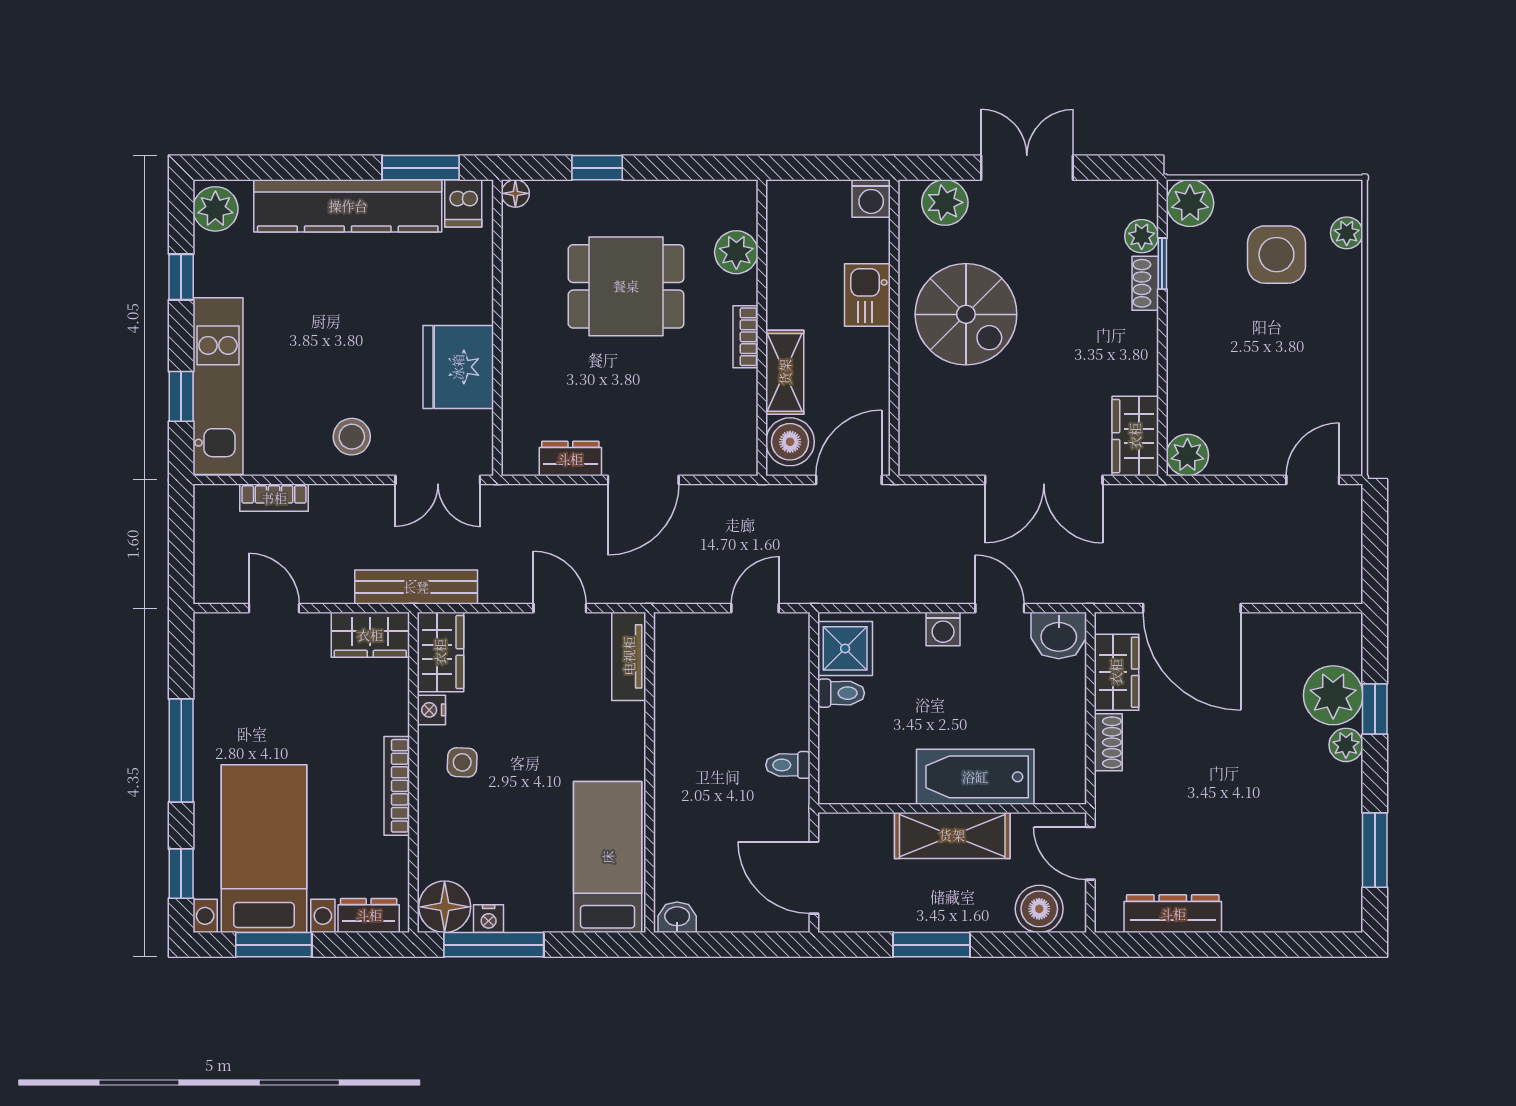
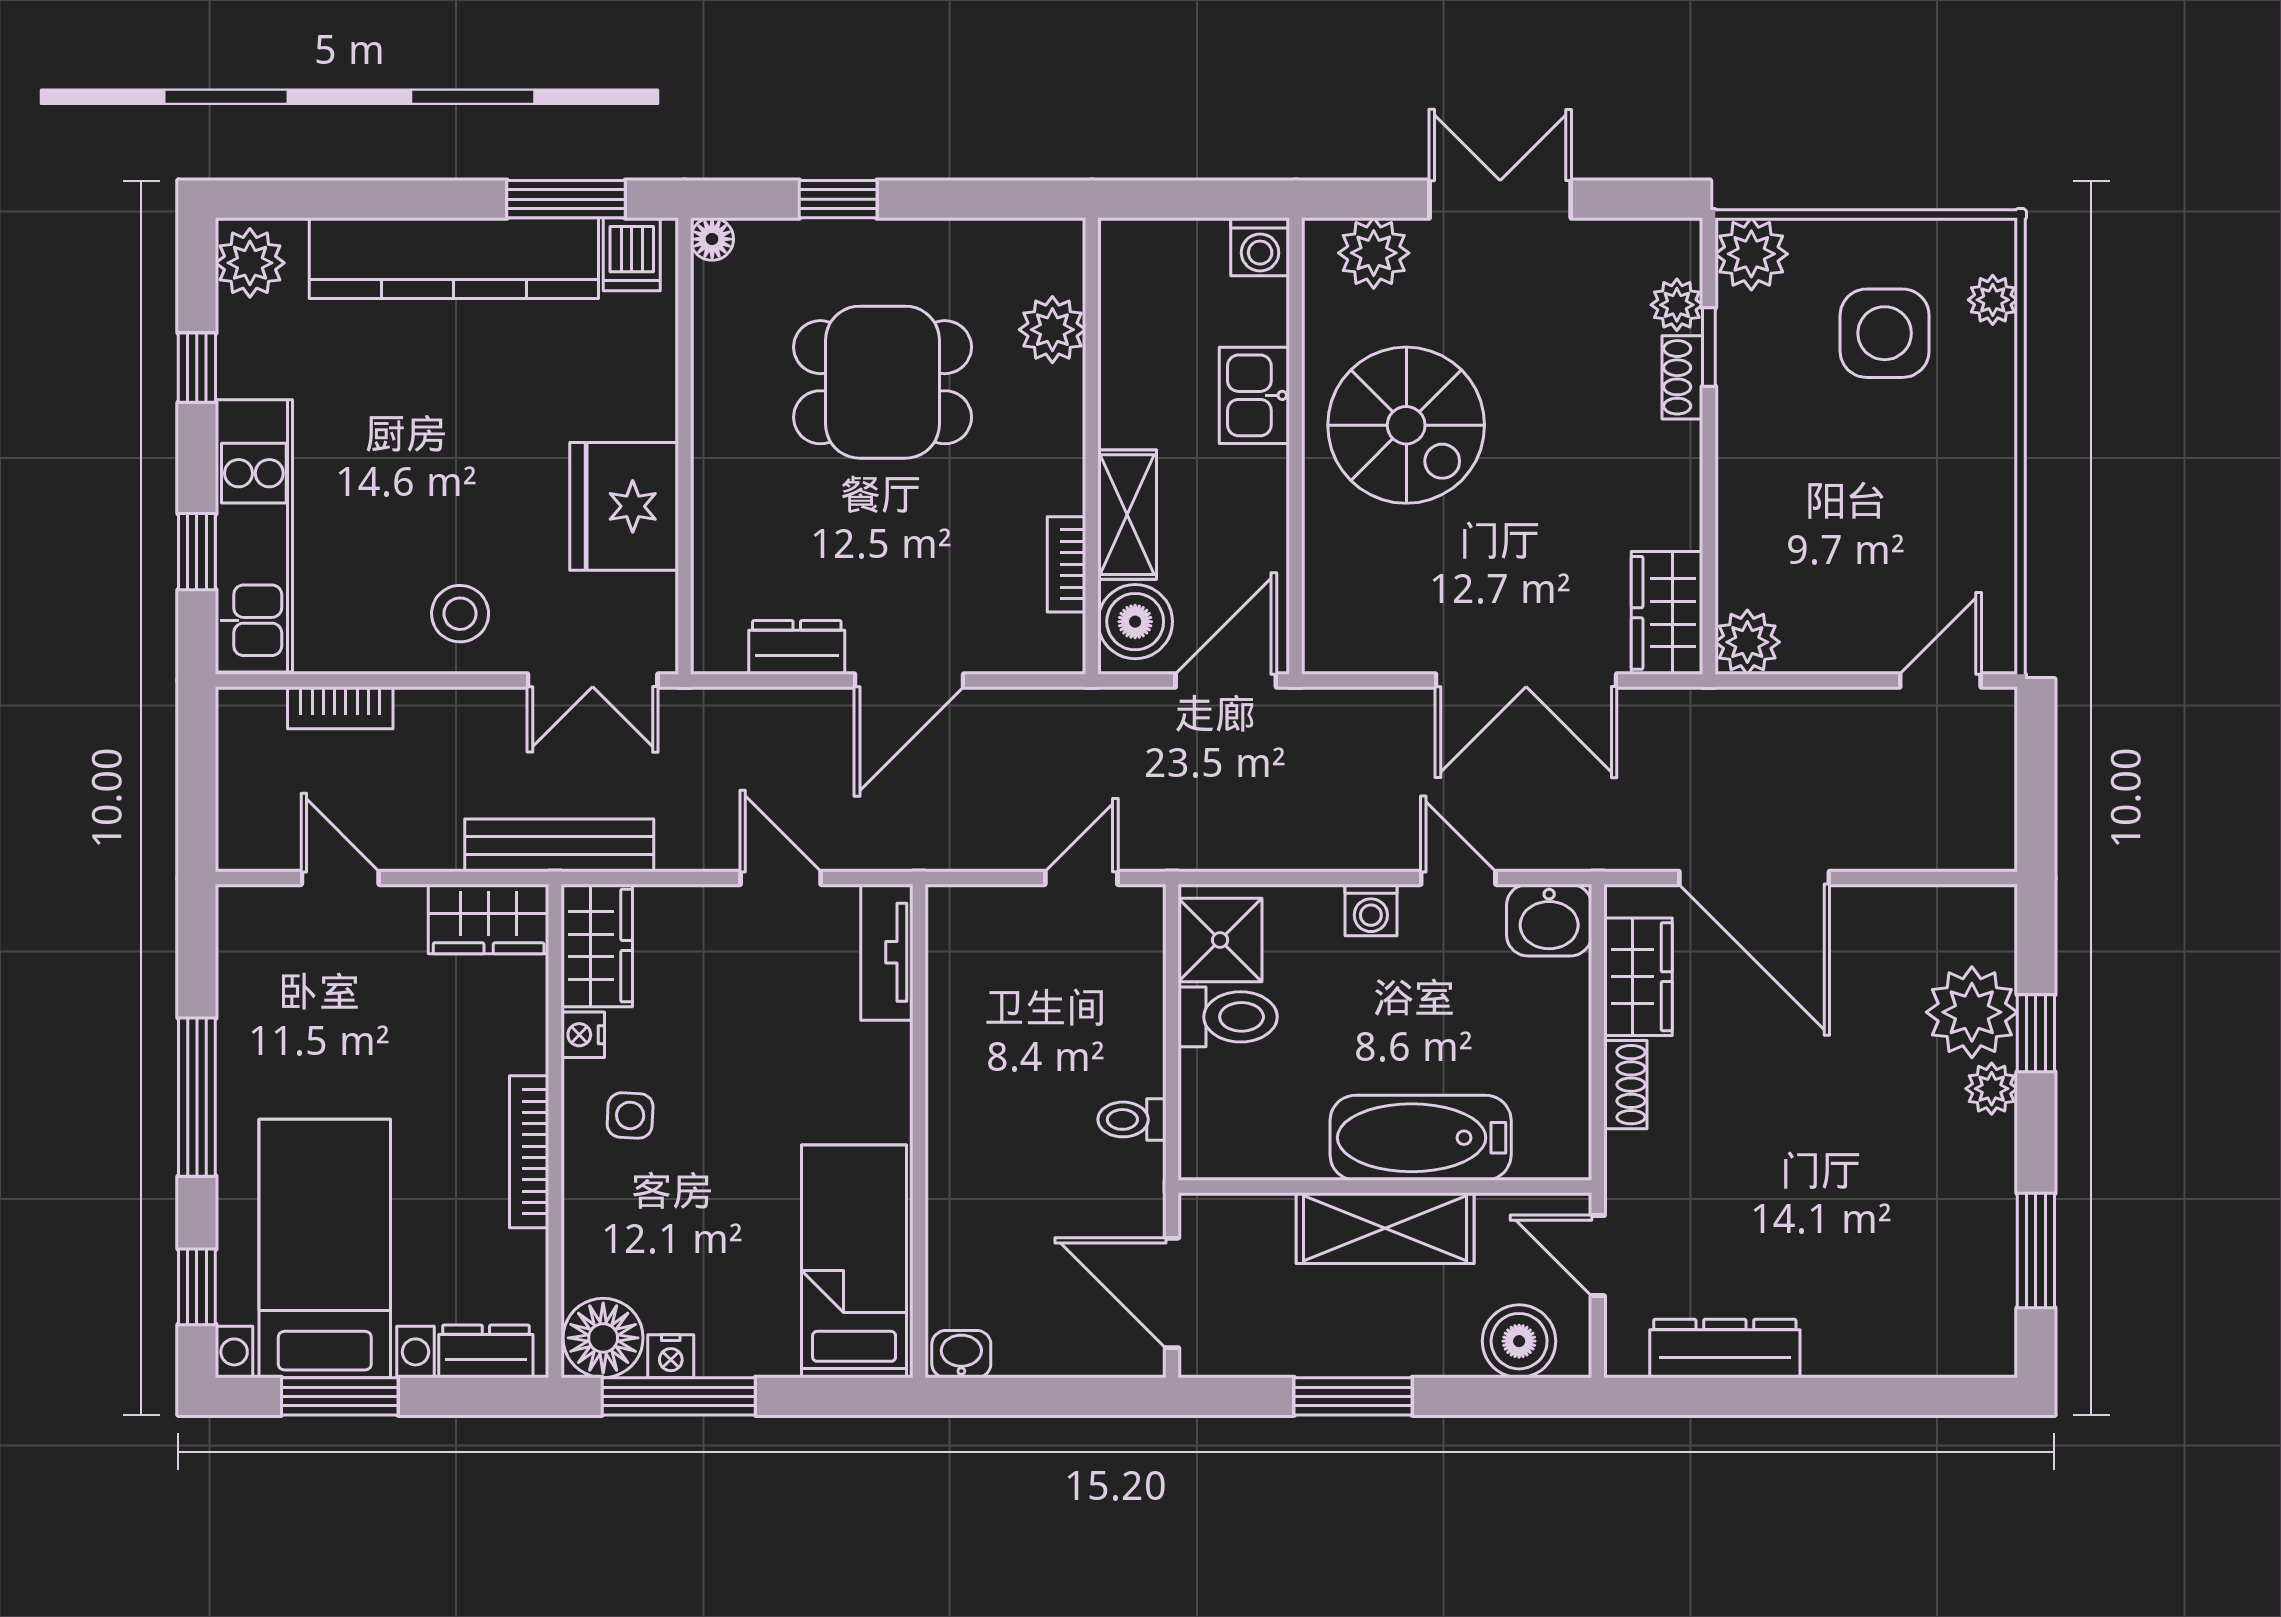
bookcase: (745, 337) -> (1066, 564), moved
toilet: (841, 693) -> (1228, 1017), width x1.37, depth x1.39

